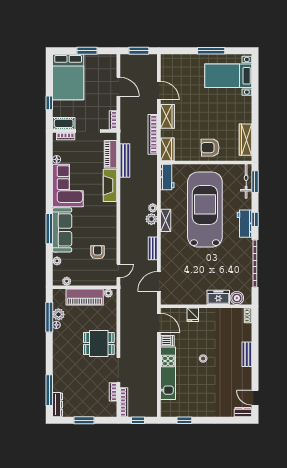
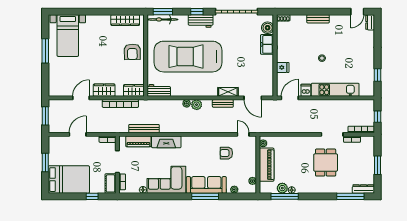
shelving: (166, 220) -> (228, 92), moved
dining table: (99, 343) -> (326, 163), moved

